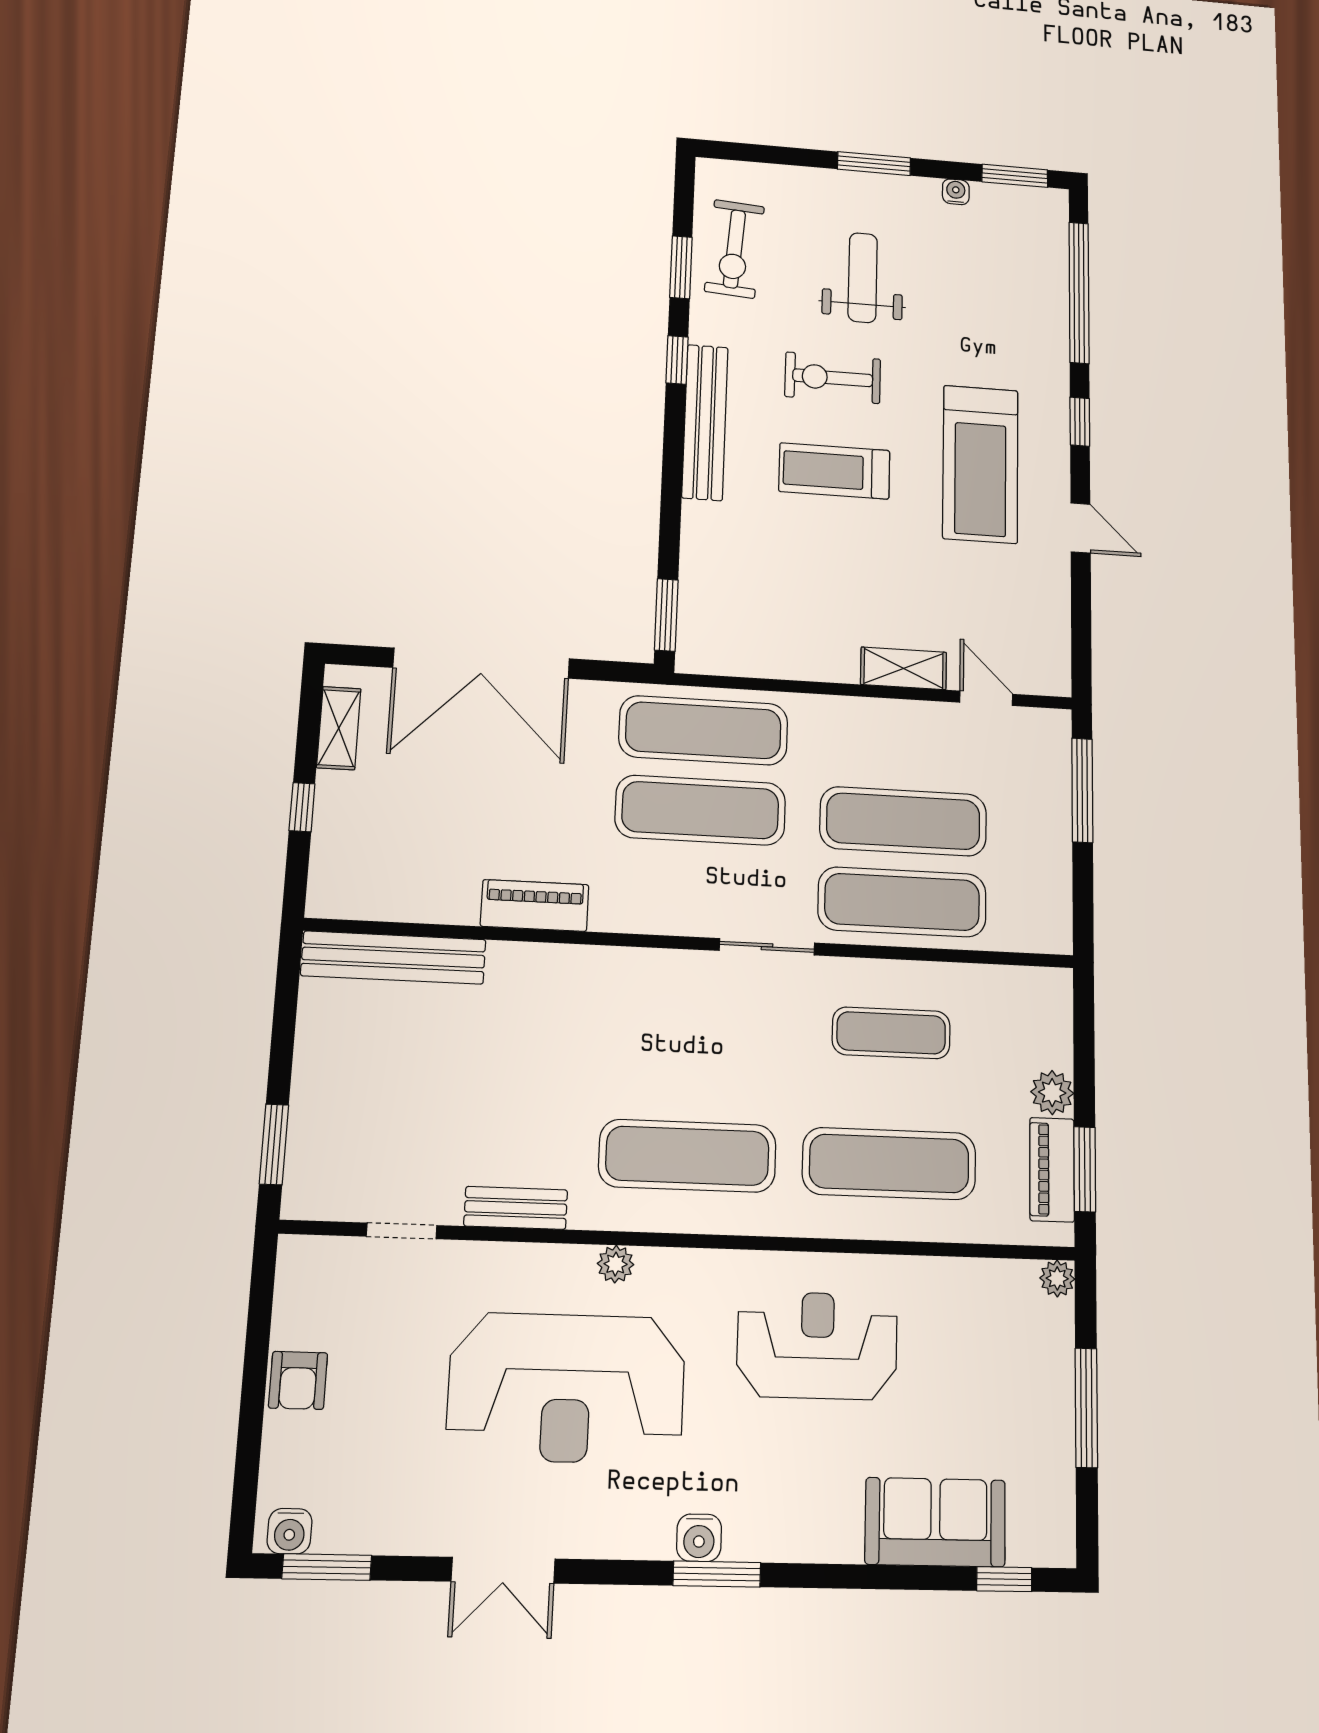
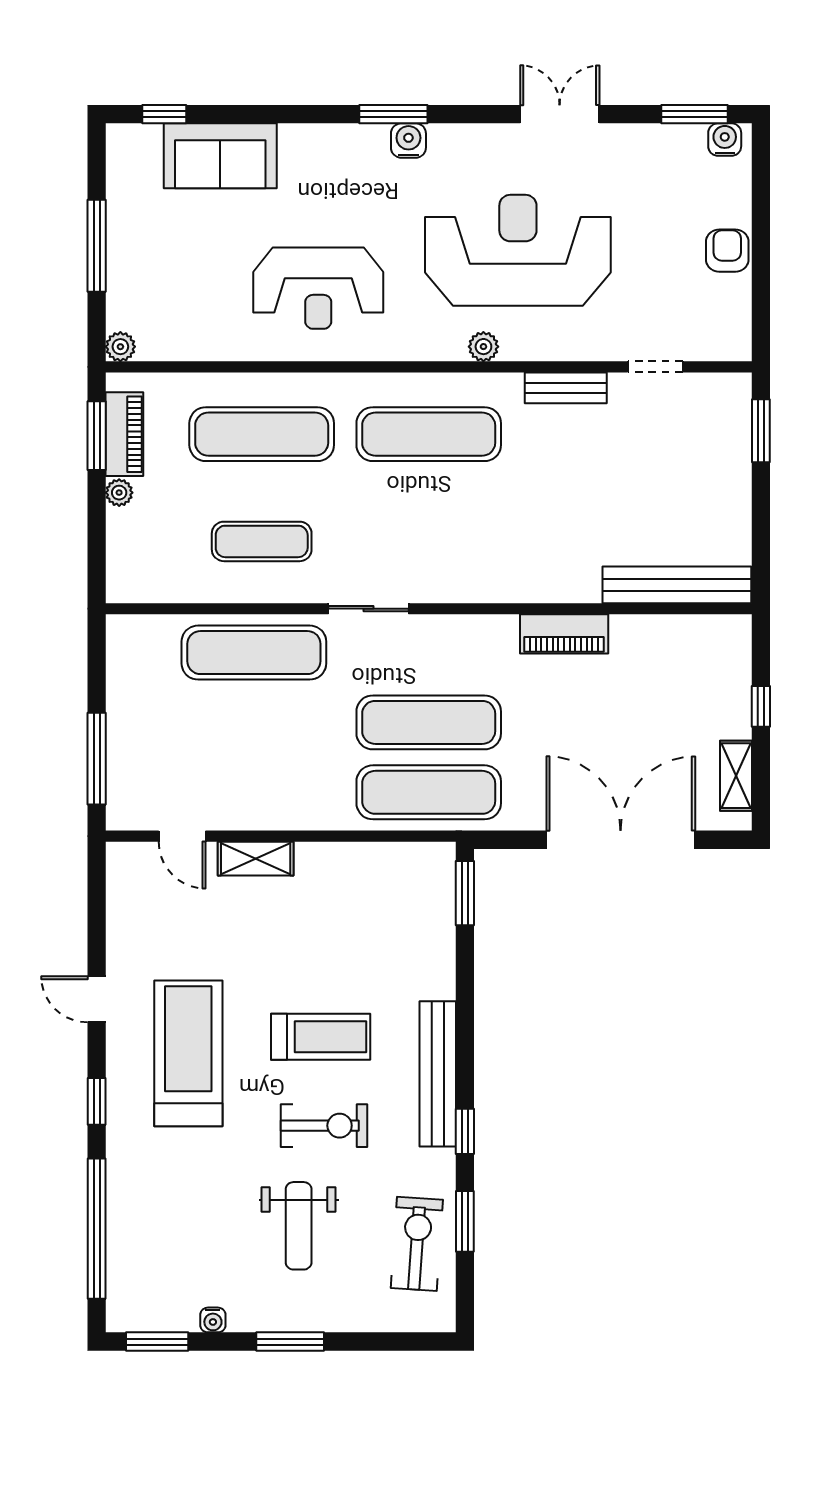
exercise mat: (903, 821) -> (254, 722), removed
plant: (1052, 1093) -> (119, 493), width x0.73, depth x0.73

